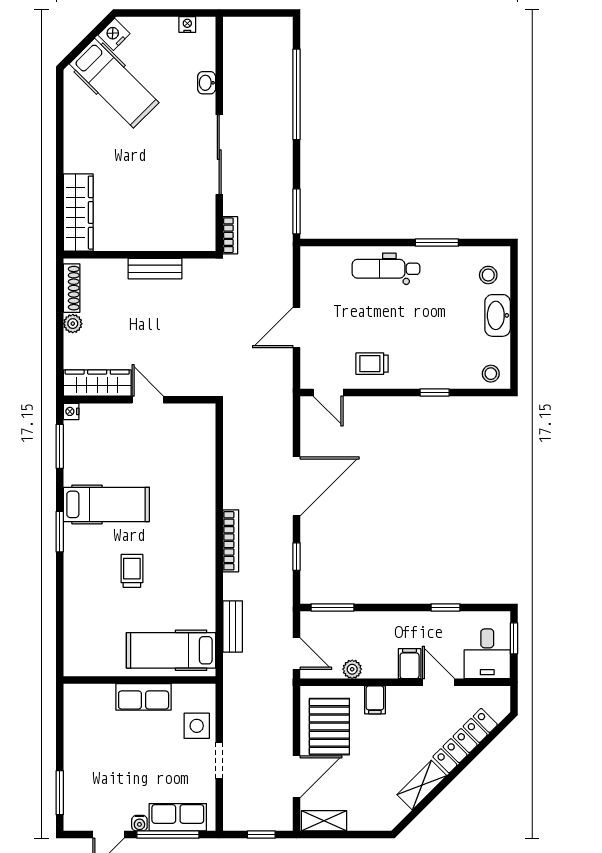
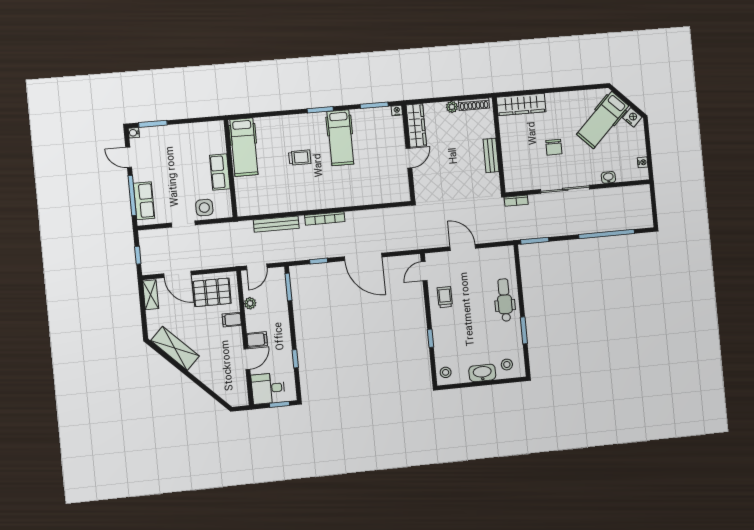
chair: (151, 166) -> (554, 147), added
bench: (233, 626) -> (276, 224), width x1.36
hospital bed: (171, 650) -> (244, 147), moved, turned 180
locker: (465, 741) -> (211, 380), removed
shelving: (422, 785) -> (175, 348), width x1.50, depth x1.33
water cooler: (139, 823) -> (134, 133), moved

